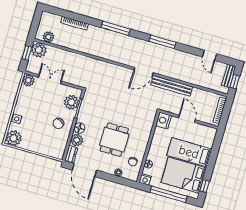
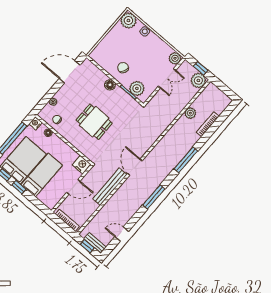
plant: (48, 37) -> (190, 113), moved
plant: (77, 140) -> (100, 77), removed
dining table: (114, 140) -> (94, 122), moved
dresser: (71, 154) -> (90, 66), removed
window: (210, 168) -> (19, 187), added

